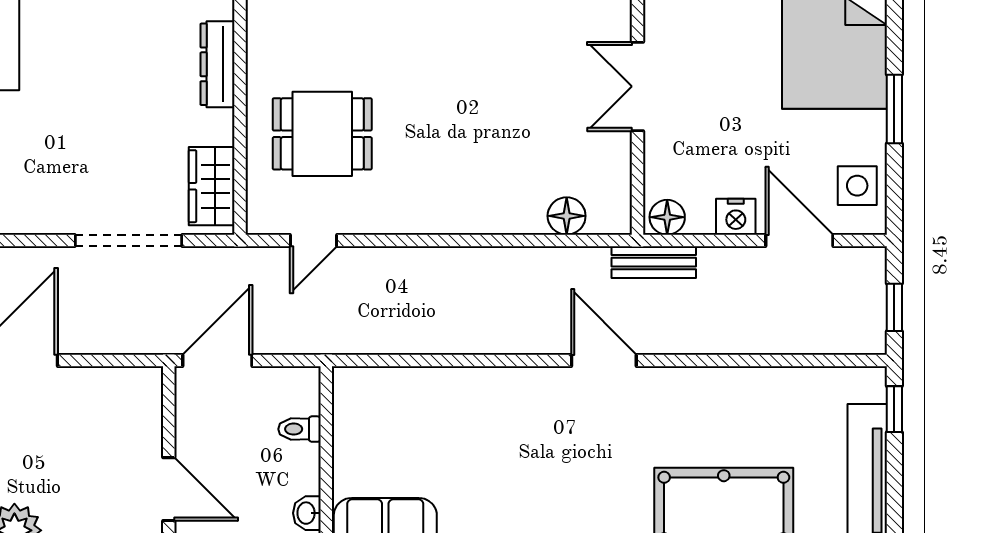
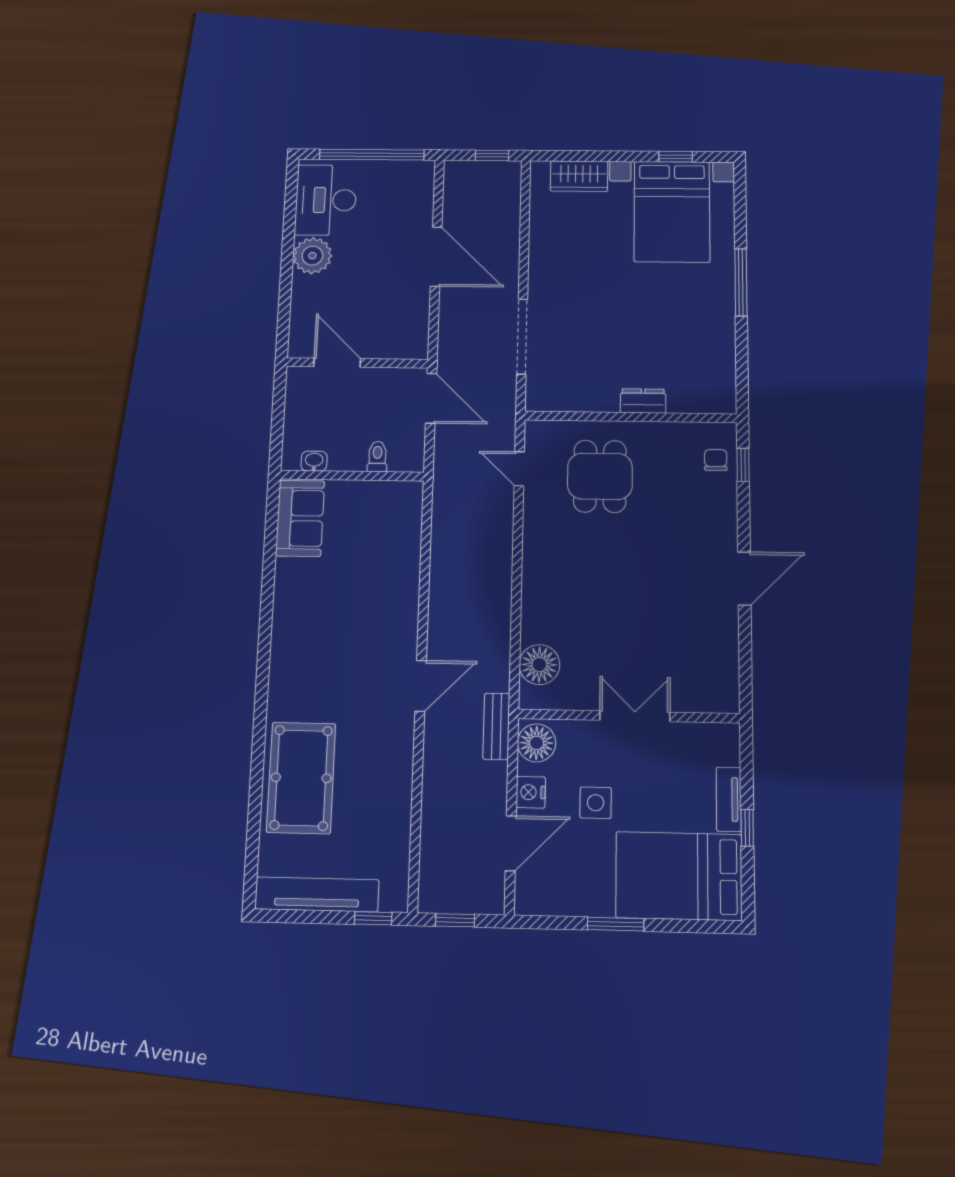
dresser: (217, 64) -> (643, 401), width x0.70
wardrobe: (212, 186) -> (561, 396), removed
side table: (857, 186) -> (596, 803), moved
floor lamp: (567, 216) -> (539, 665), width x1.38, depth x1.38
floor lamp: (667, 217) -> (537, 743), width x1.38, depth x1.38
door: (169, 489) -> (337, 363), swing flipped

